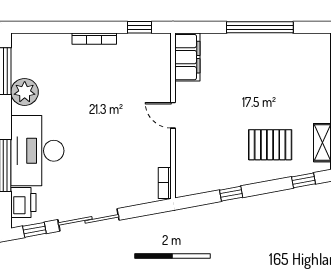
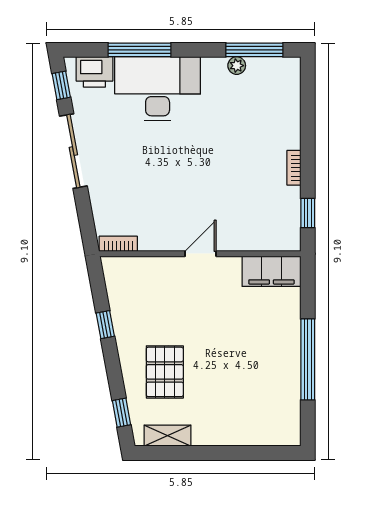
bookcase: (94, 39) -> (294, 168), width x0.64
plant: (25, 92) -> (237, 66), width x0.53, depth x0.53

